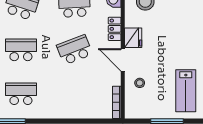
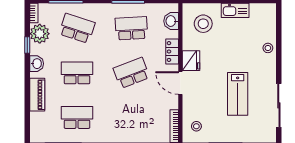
stool: (140, 83) -> (196, 126), moved
lab bench: (186, 91) -> (238, 94), moved

